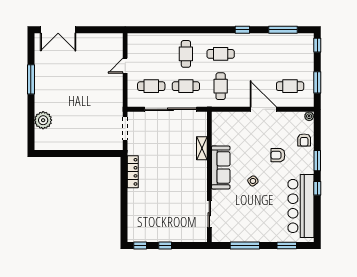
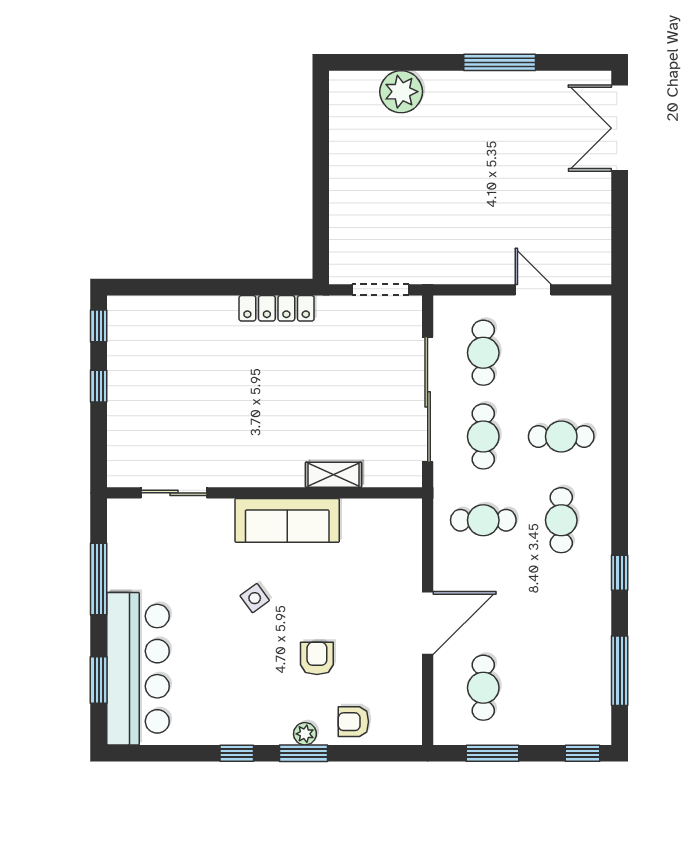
plant: (309, 116) -> (305, 734), moved
bar counter: (301, 206) -> (138, 669), moved, turned 90

